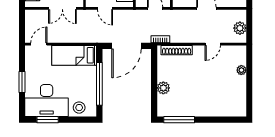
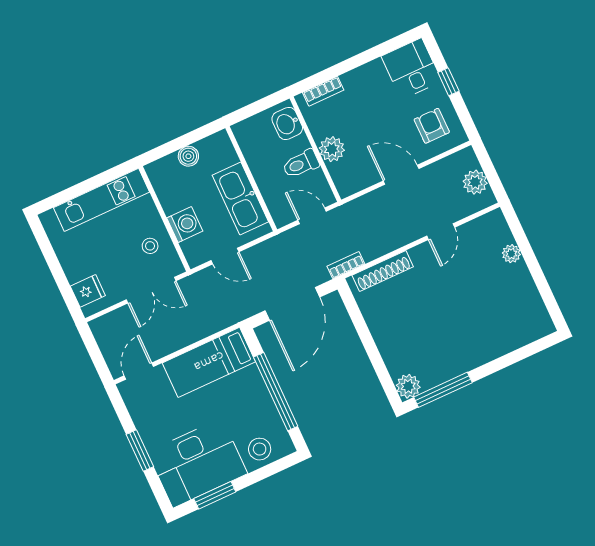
plant: (163, 88) -> (408, 386), moved

